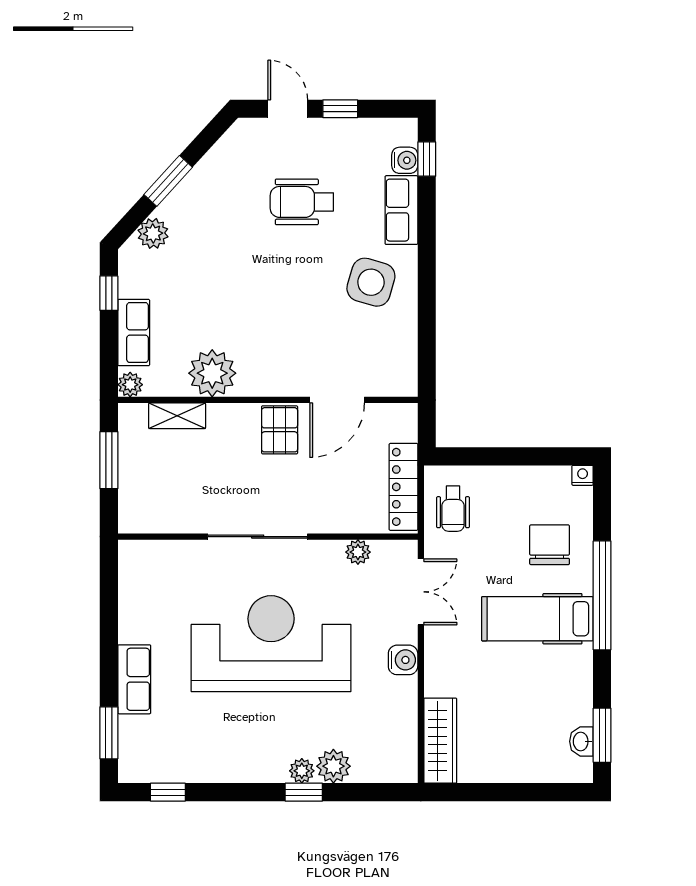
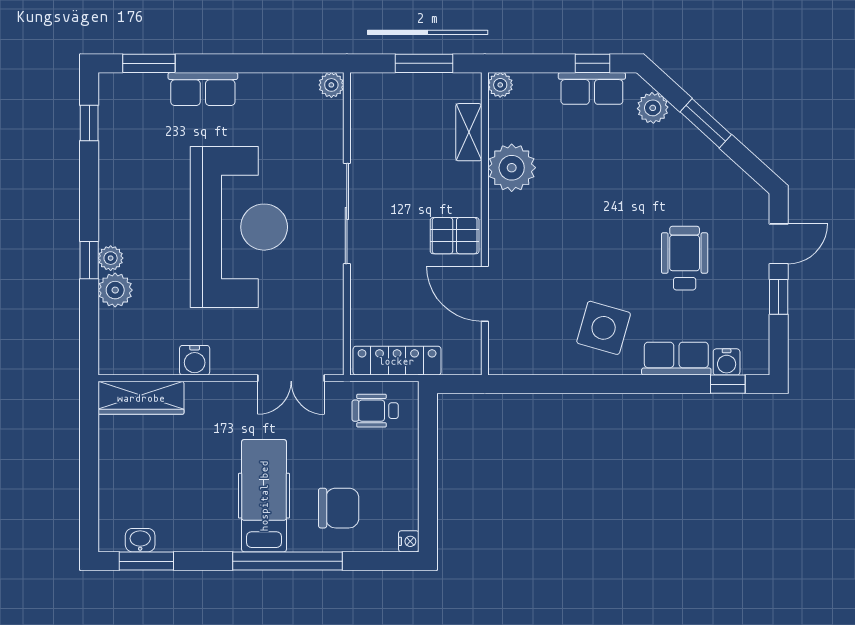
row of seats: (134, 333) -> (592, 88), moved
plant: (358, 552) -> (331, 85), moved
water cooler: (403, 660) -> (195, 360), moved

